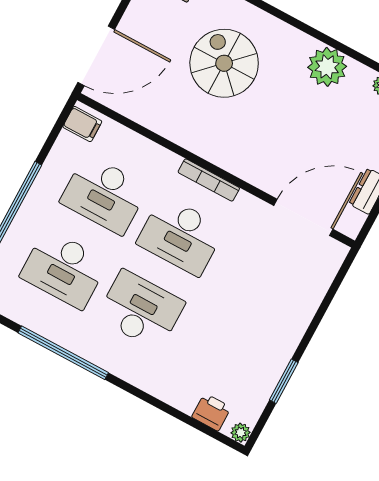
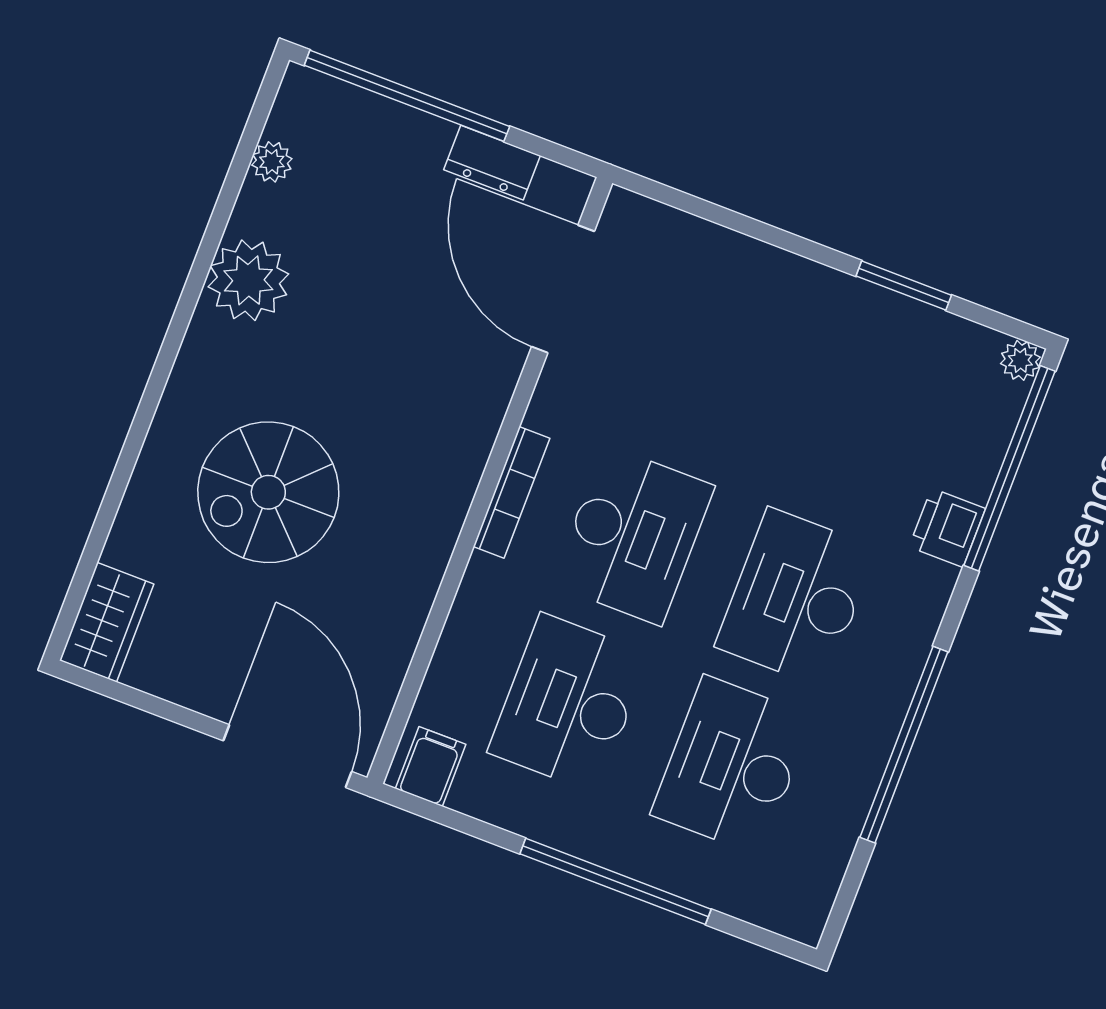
desk: (104, 194) -> (569, 703), turned 180
desk: (64, 269) -> (732, 765), turned 180
printer: (211, 412) -> (947, 528), moved
window: (189, 421) -> (1010, 468), added

